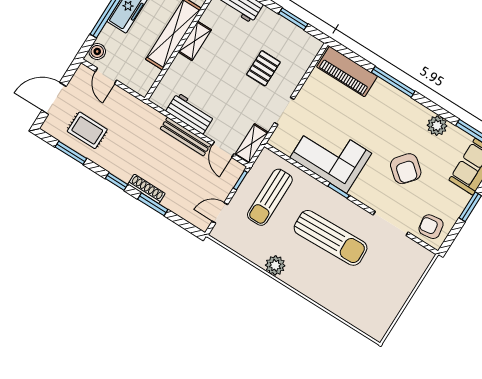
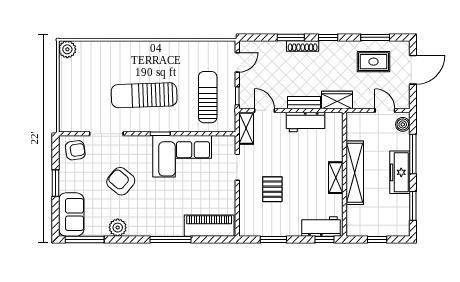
wardrobe: (146, 115) -> (337, 100), added
bench: (186, 137) -> (304, 103), width x0.73
plant: (275, 265) -> (67, 49), moved

